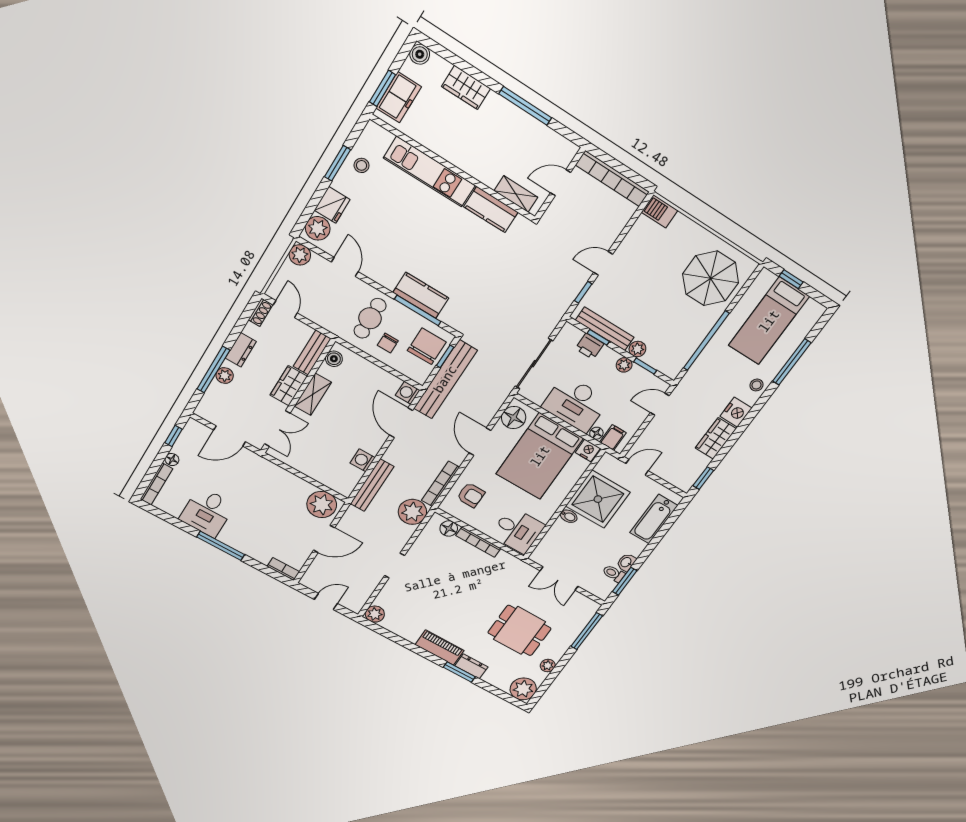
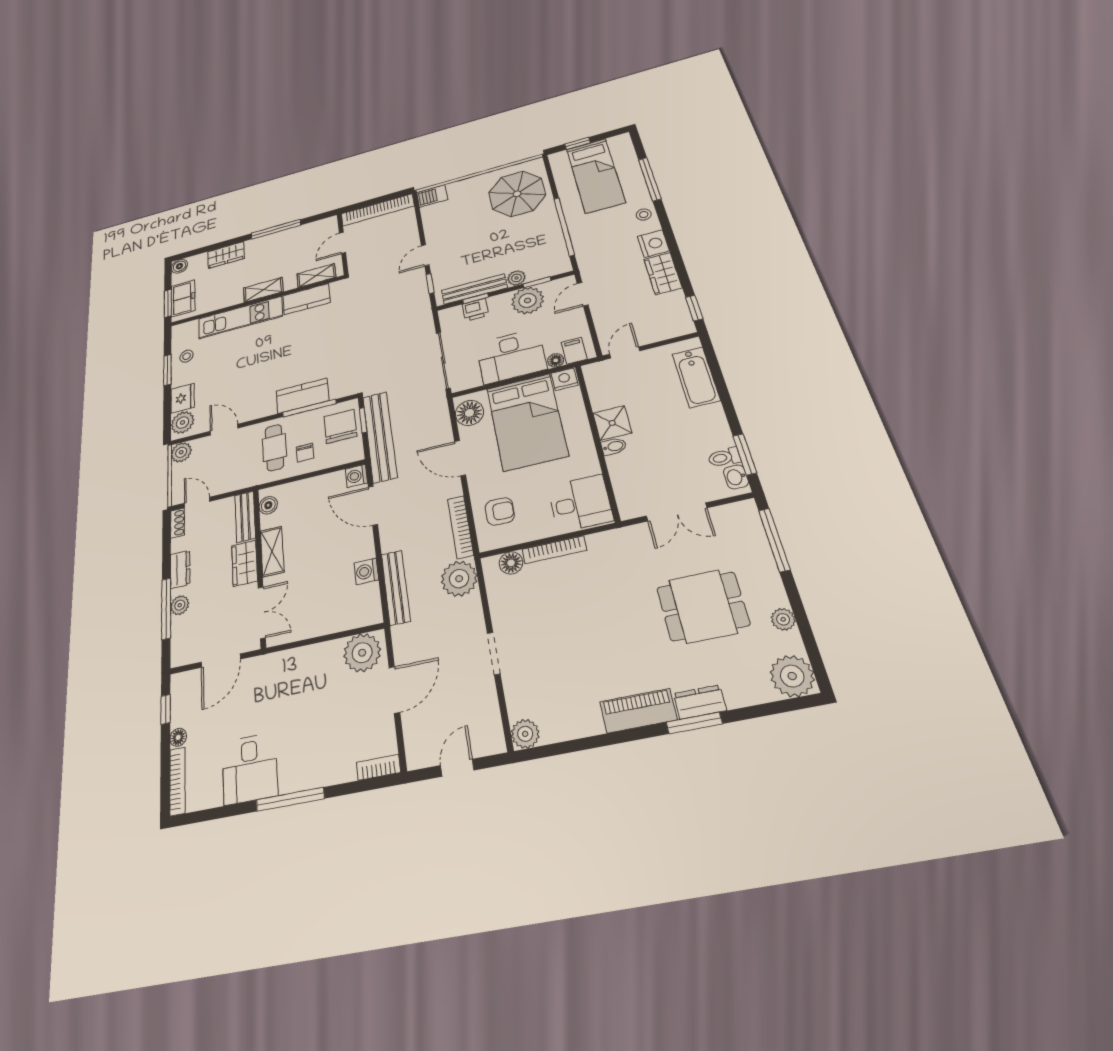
shelving: (467, 162) -> (263, 290), added
plant: (624, 365) -> (528, 300), width x1.88, depth x1.88
shower: (598, 499) -> (612, 423), width x0.54, depth x0.54
washbasin: (626, 562) -> (736, 477), moved

